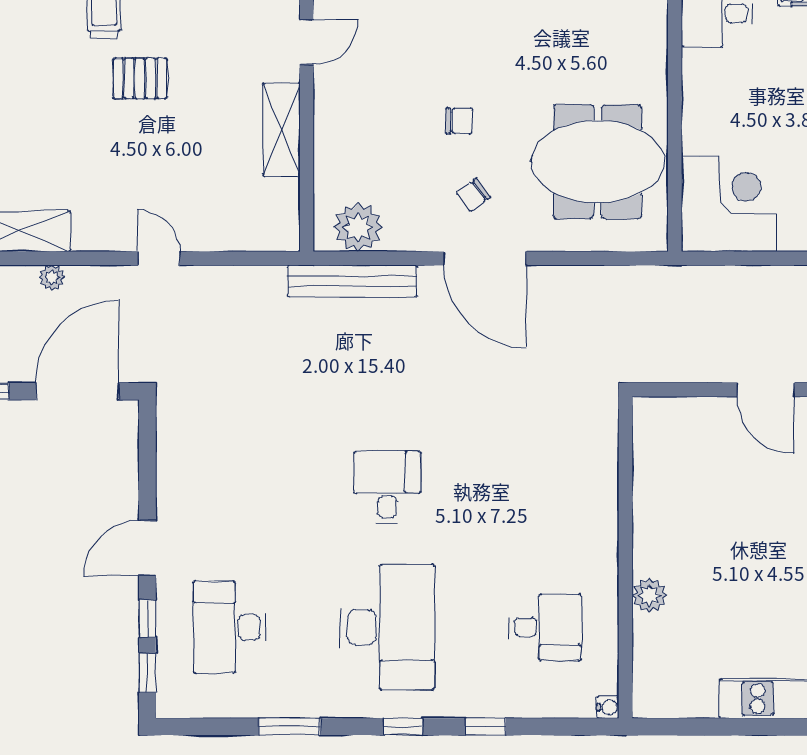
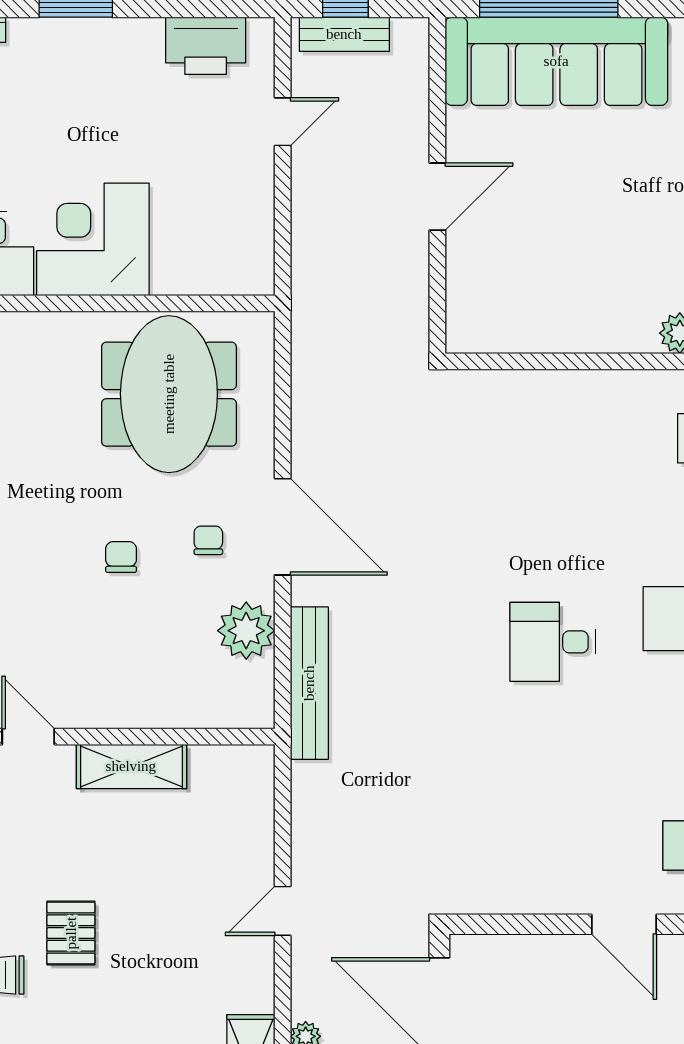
chair: (473, 195) -> (208, 540), turned -143
corner desk: (729, 204) -> (93, 239), moved
plant: (358, 227) -> (246, 631), moved
door: (485, 258) -> (283, 527), hinge flipped

